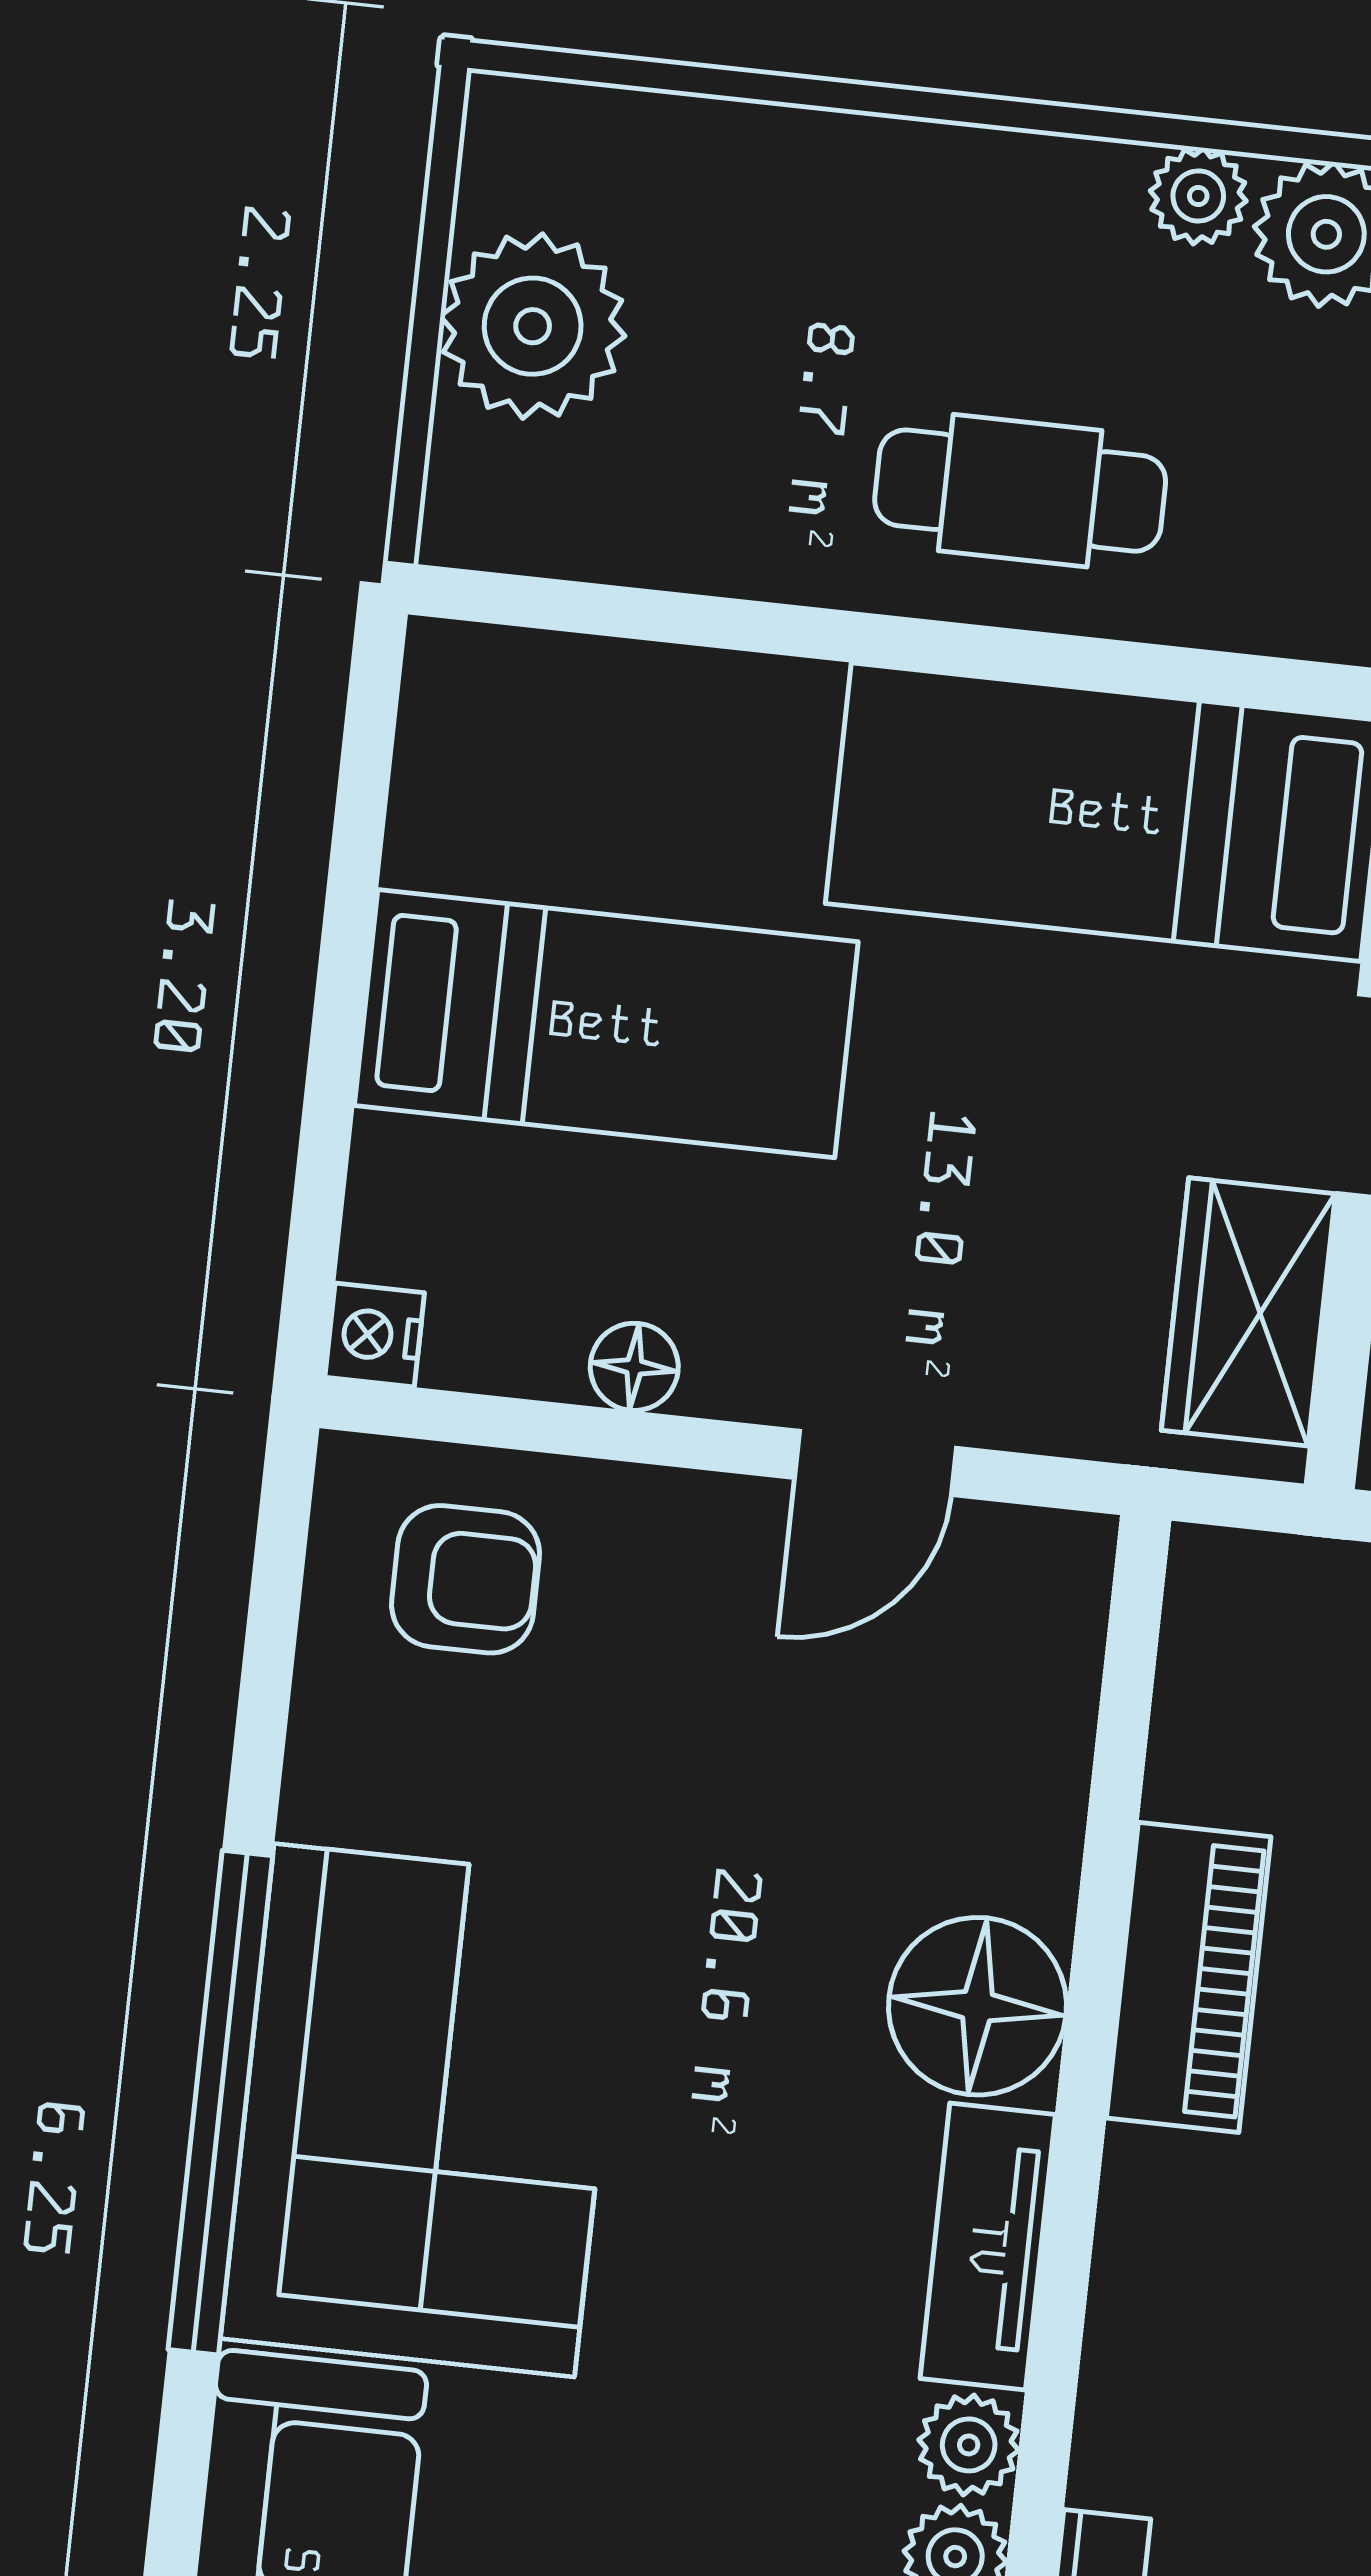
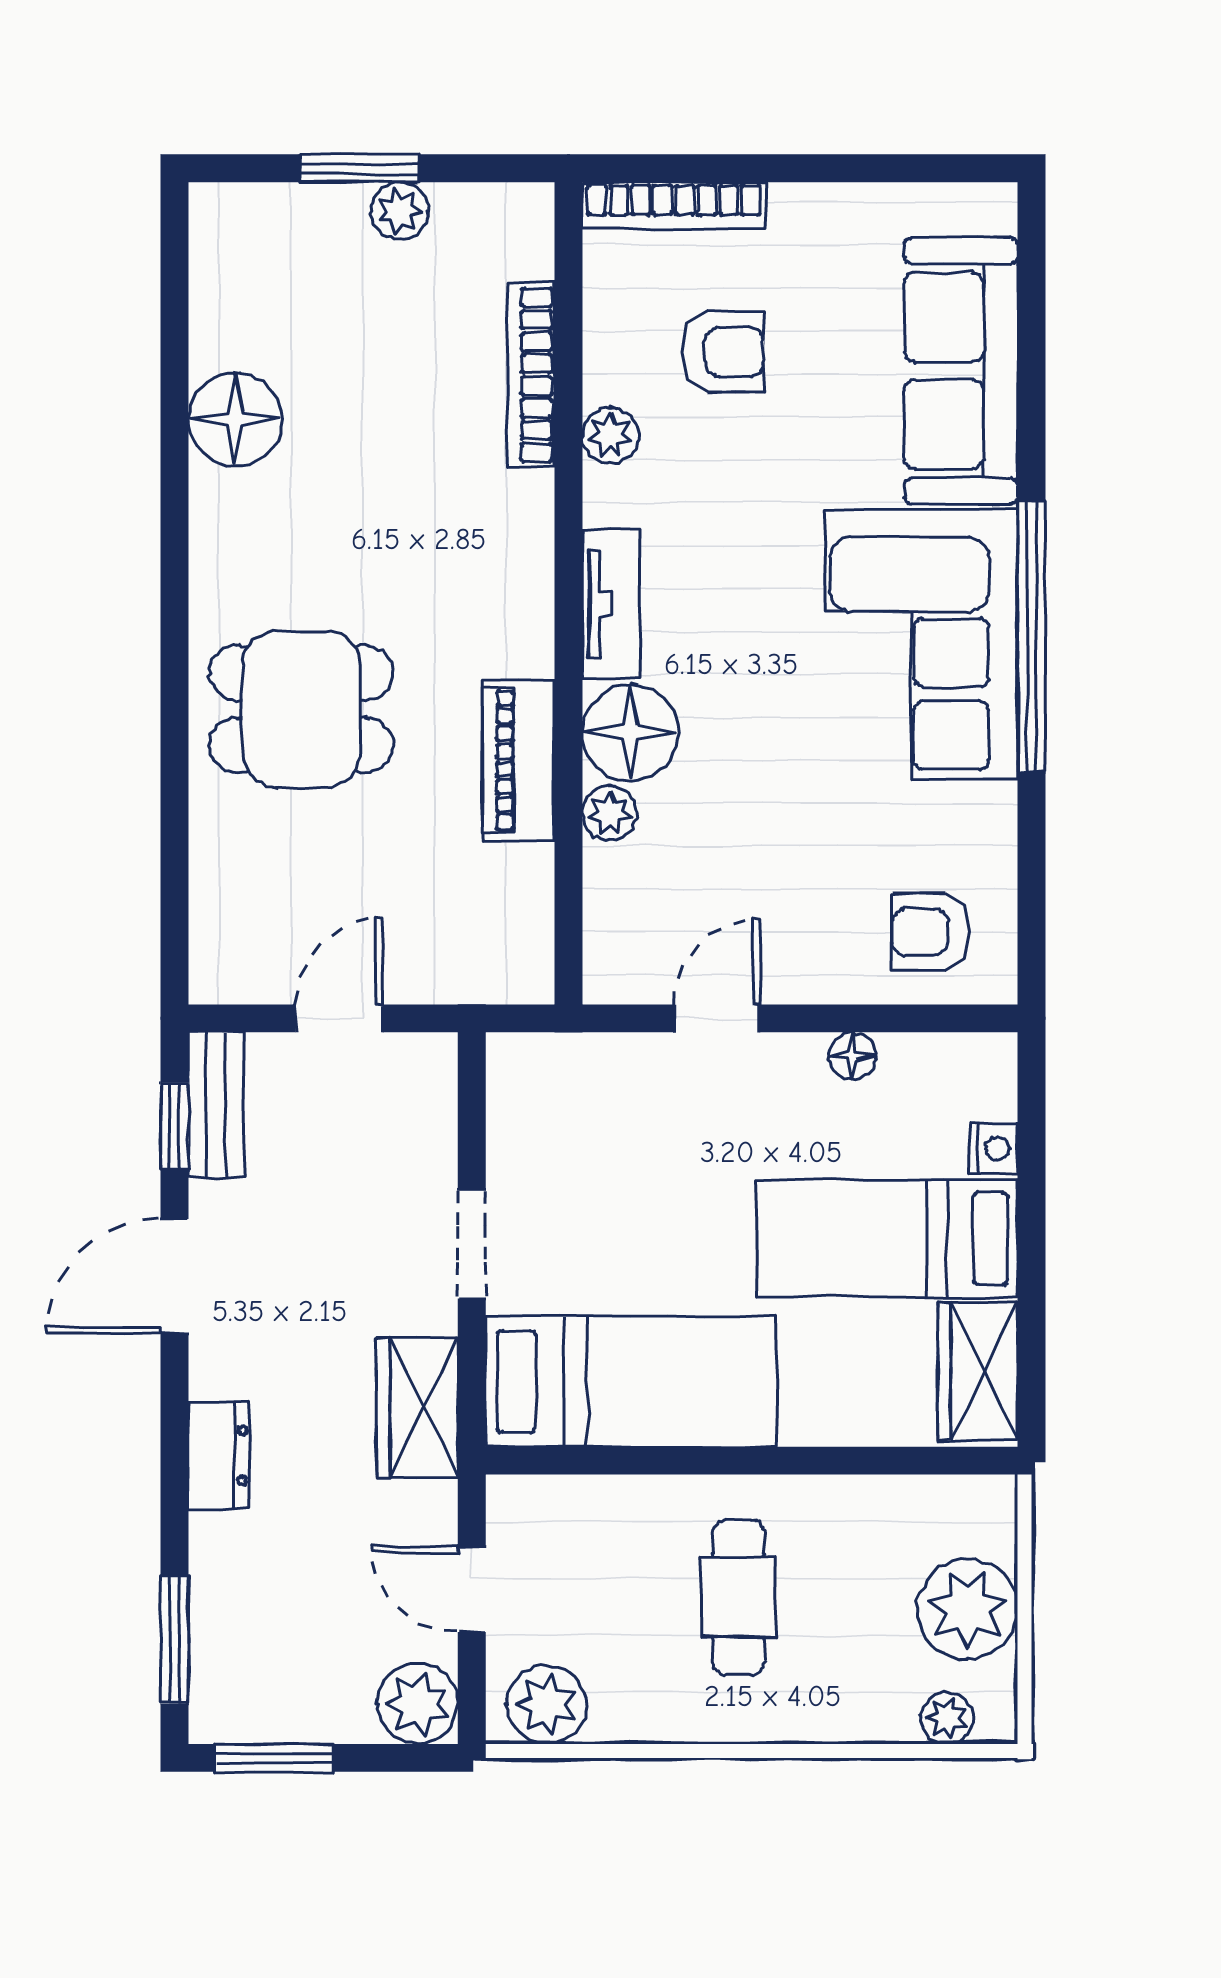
plant: (1198, 196) -> (947, 1718), moved
cafe table: (1020, 491) -> (738, 1597), moved, turned 90
wardrobe: (1248, 1312) -> (978, 1372), moved, turned 180
nightstand: (375, 1335) -> (993, 1149), moved
plant: (969, 2445) -> (610, 813), moved

